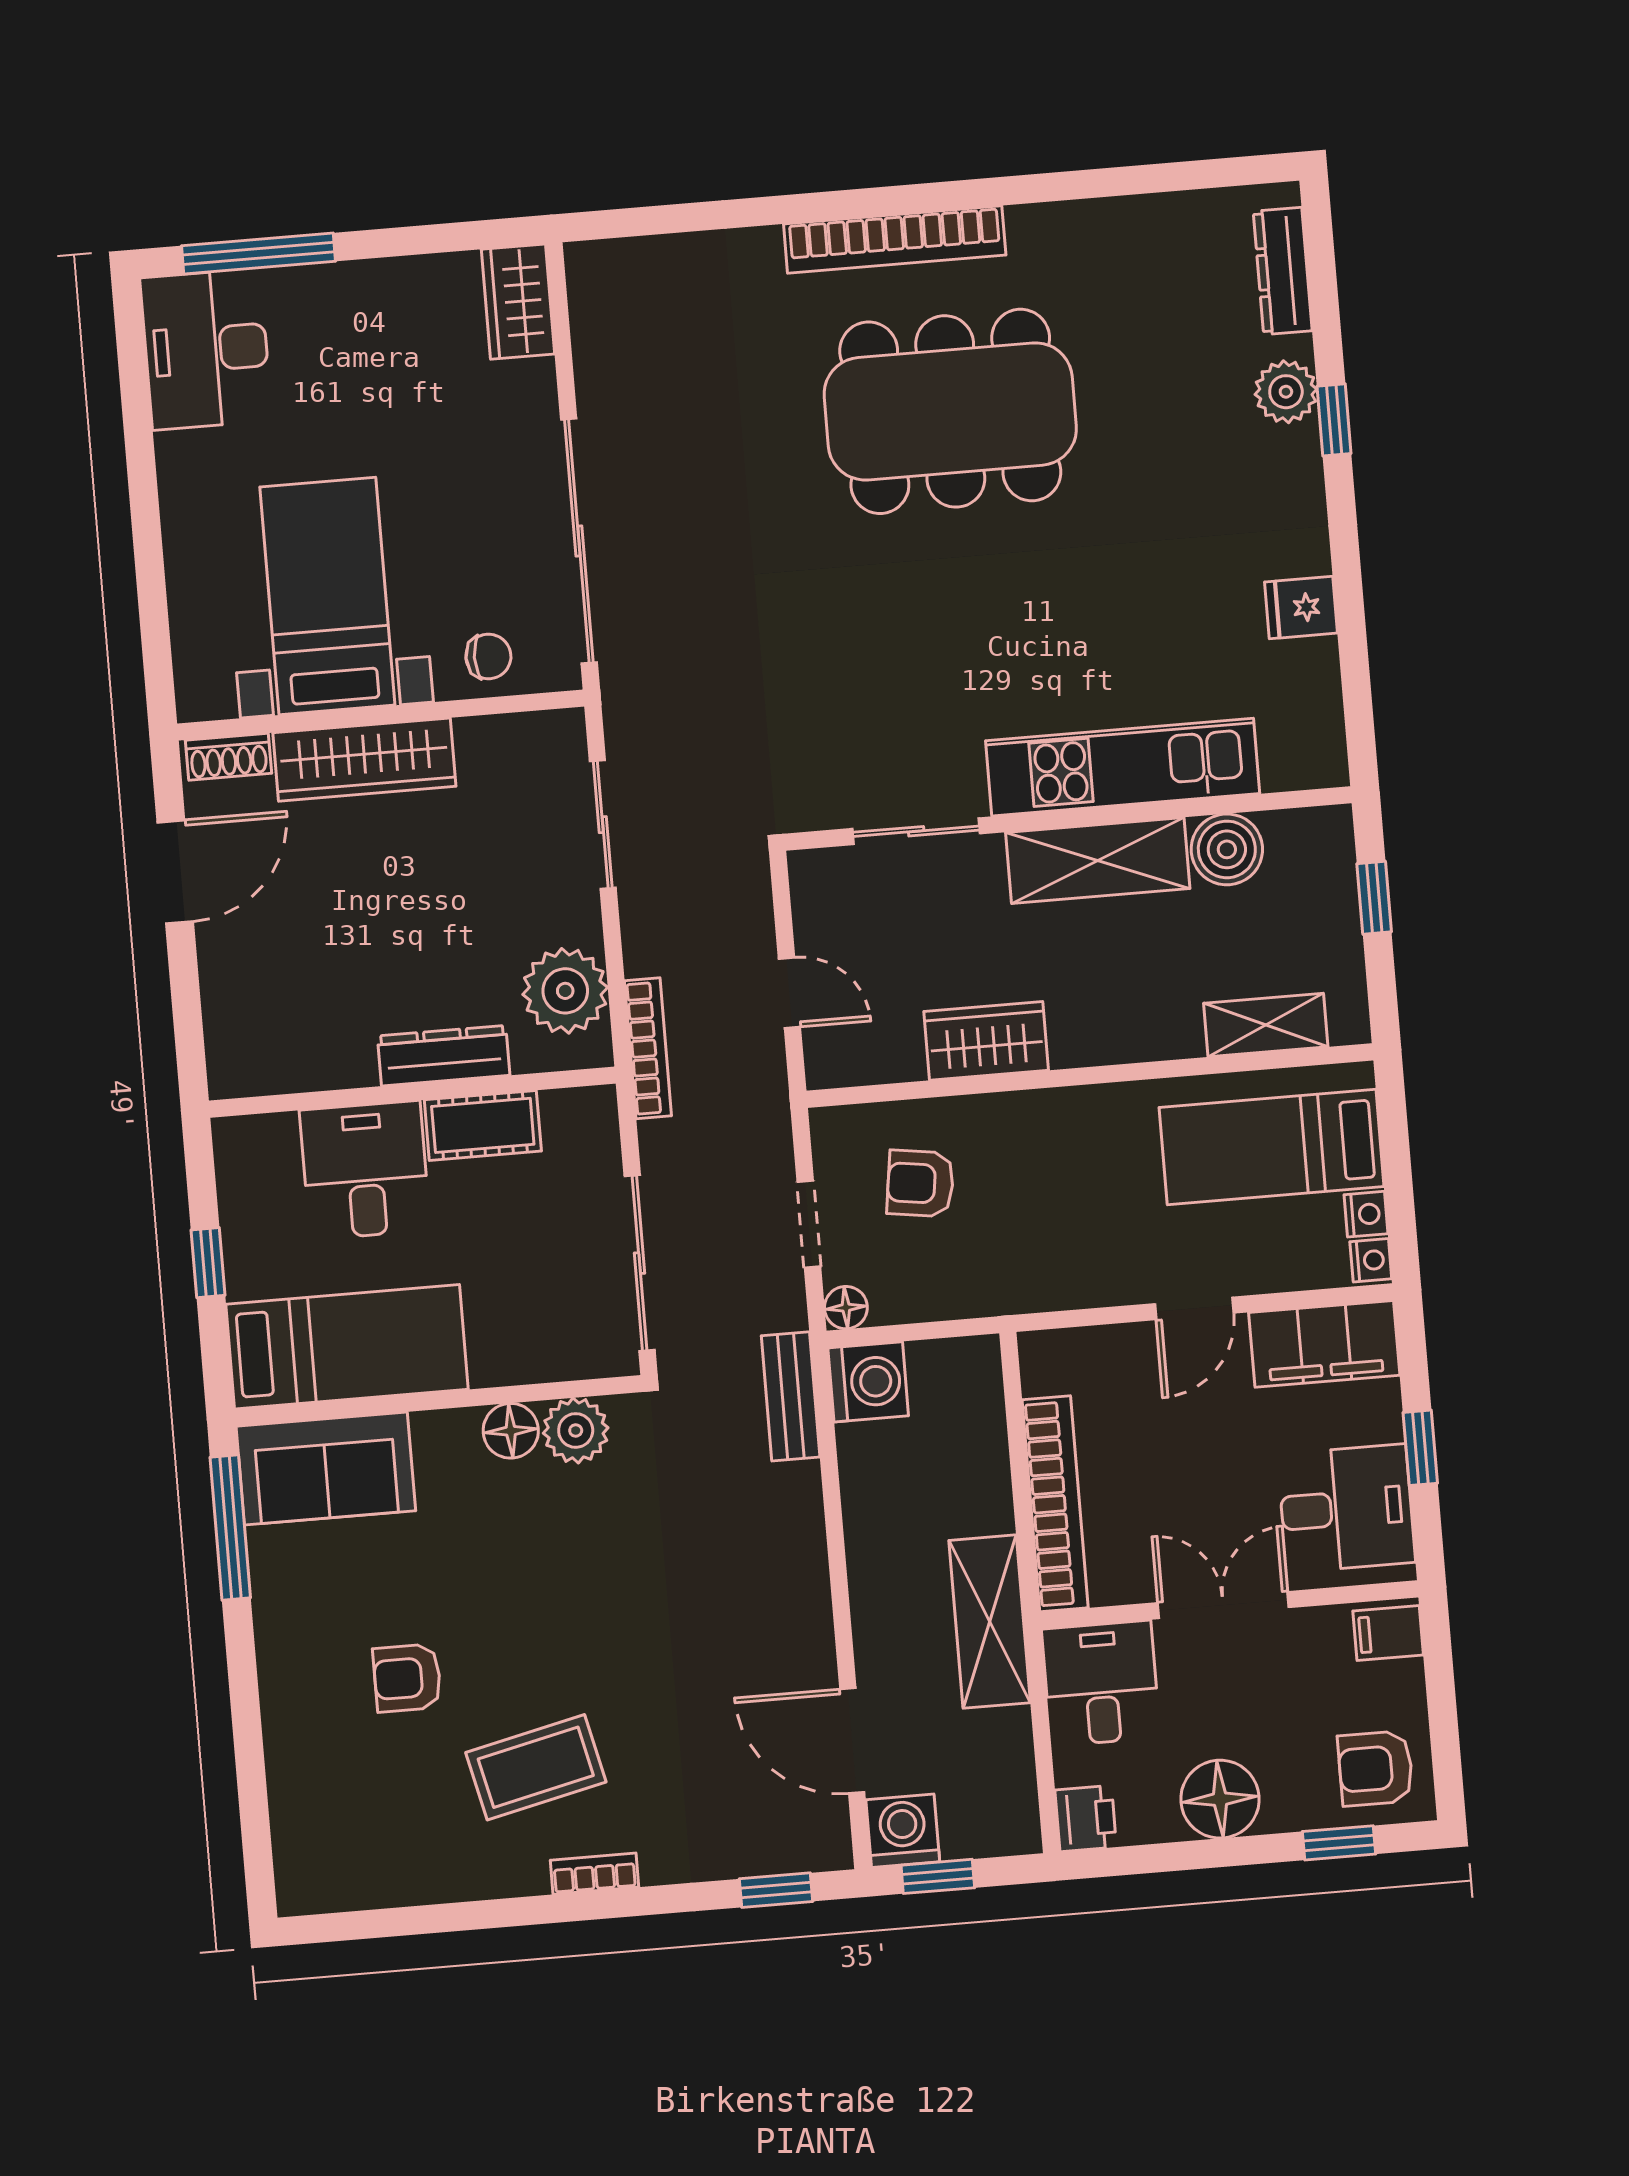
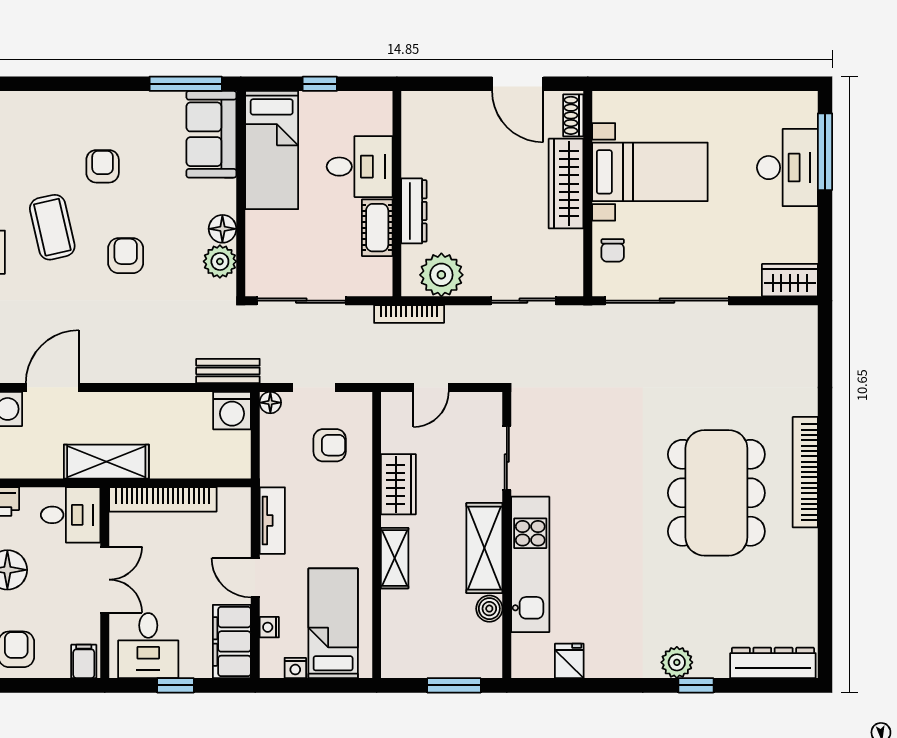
dresser: (1283, 271) -> (773, 663), width x1.37, depth x1.24
desk: (206, 349) -> (787, 168), moved, turned 90
plant: (1286, 392) -> (677, 662), moved
fridge: (1301, 608) -> (569, 661), moved
boiler: (1227, 849) -> (489, 609), width x0.73, depth x0.73
window: (1374, 898) -> (454, 685), width x1.50
shelving: (1266, 1025) -> (395, 558), moved
armchair: (920, 1183) -> (330, 445), turned 82
nightstand: (1371, 1260) -> (269, 627), moved, turned 90
tv unit: (1079, 1284) -> (272, 521), added
armchair: (580, 1618) -> (126, 256), added

